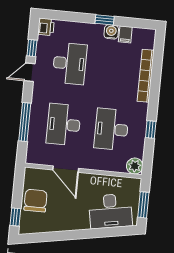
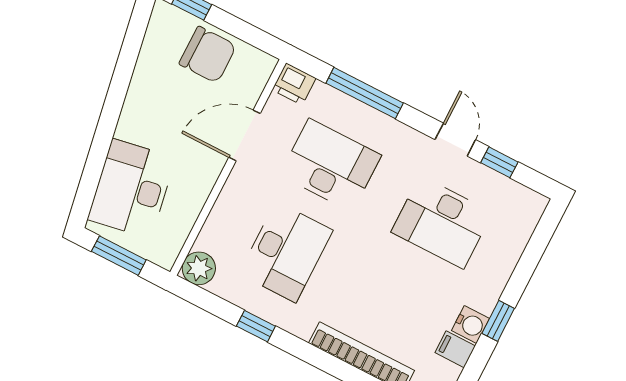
printer: (46, 27) -> (294, 84), moved
desk: (111, 129) -> (286, 252), turned 90

